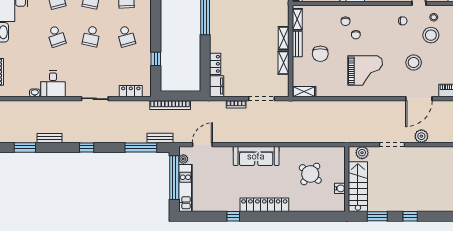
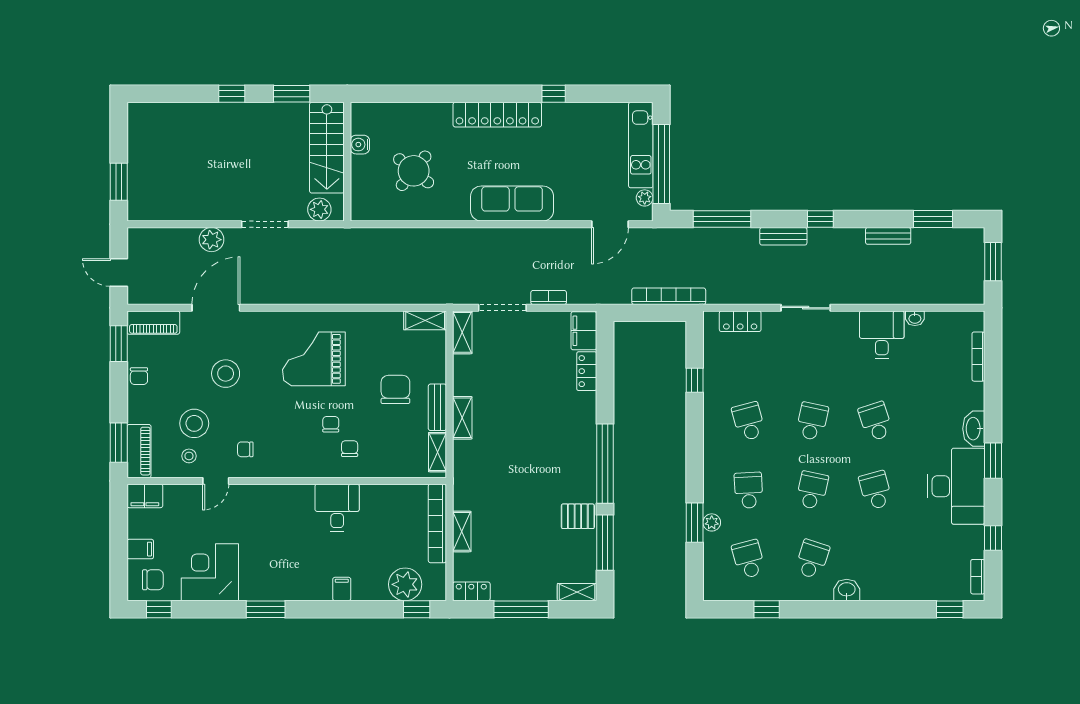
shelving: (284, 63) -> (462, 332), moved
bench: (160, 138) -> (783, 236), moved

